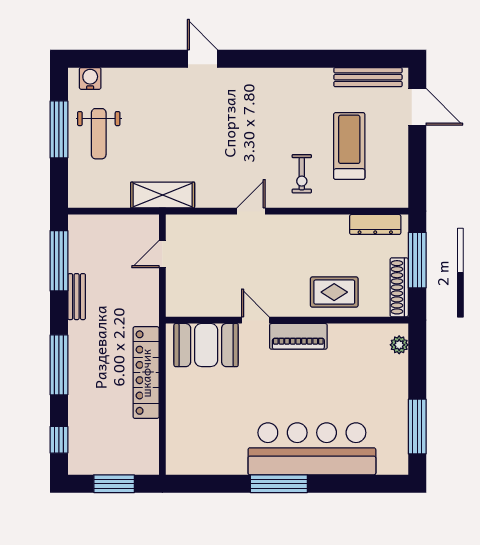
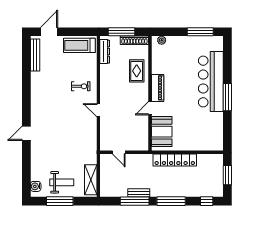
treadmill: (349, 146) -> (79, 45), moved
shelving: (163, 195) -> (91, 180), moved
window: (59, 261) -> (135, 201), moved

